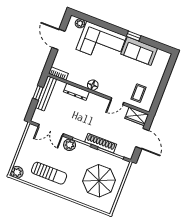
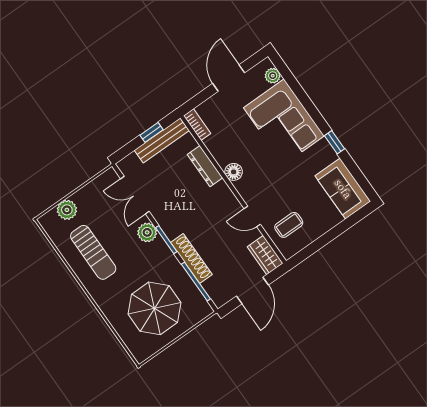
sofa: (139, 51) -> (343, 189), moved
plant: (17, 172) -> (67, 210), moved

